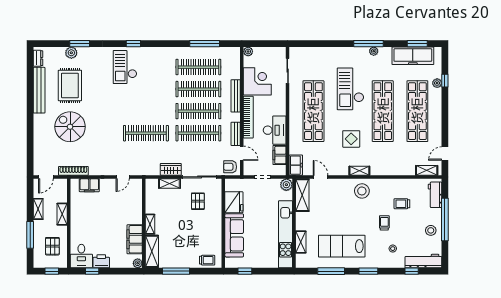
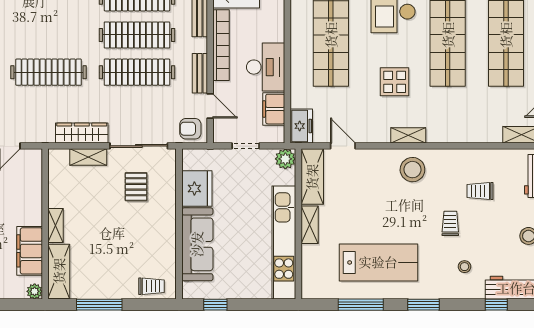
wardrobe: (171, 169) -> (82, 133), width x1.50
shelving: (301, 242) -> (310, 225), moved
lab bench: (342, 246) -> (378, 262), turned 180

